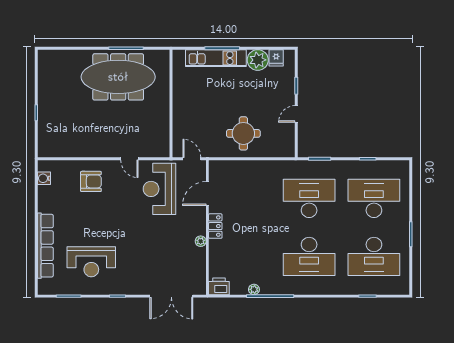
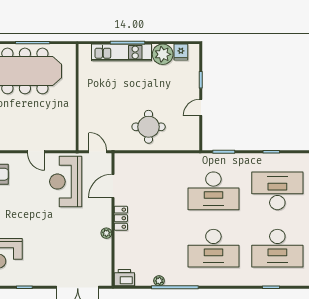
desk: (309, 198) -> (213, 191), turned 180

